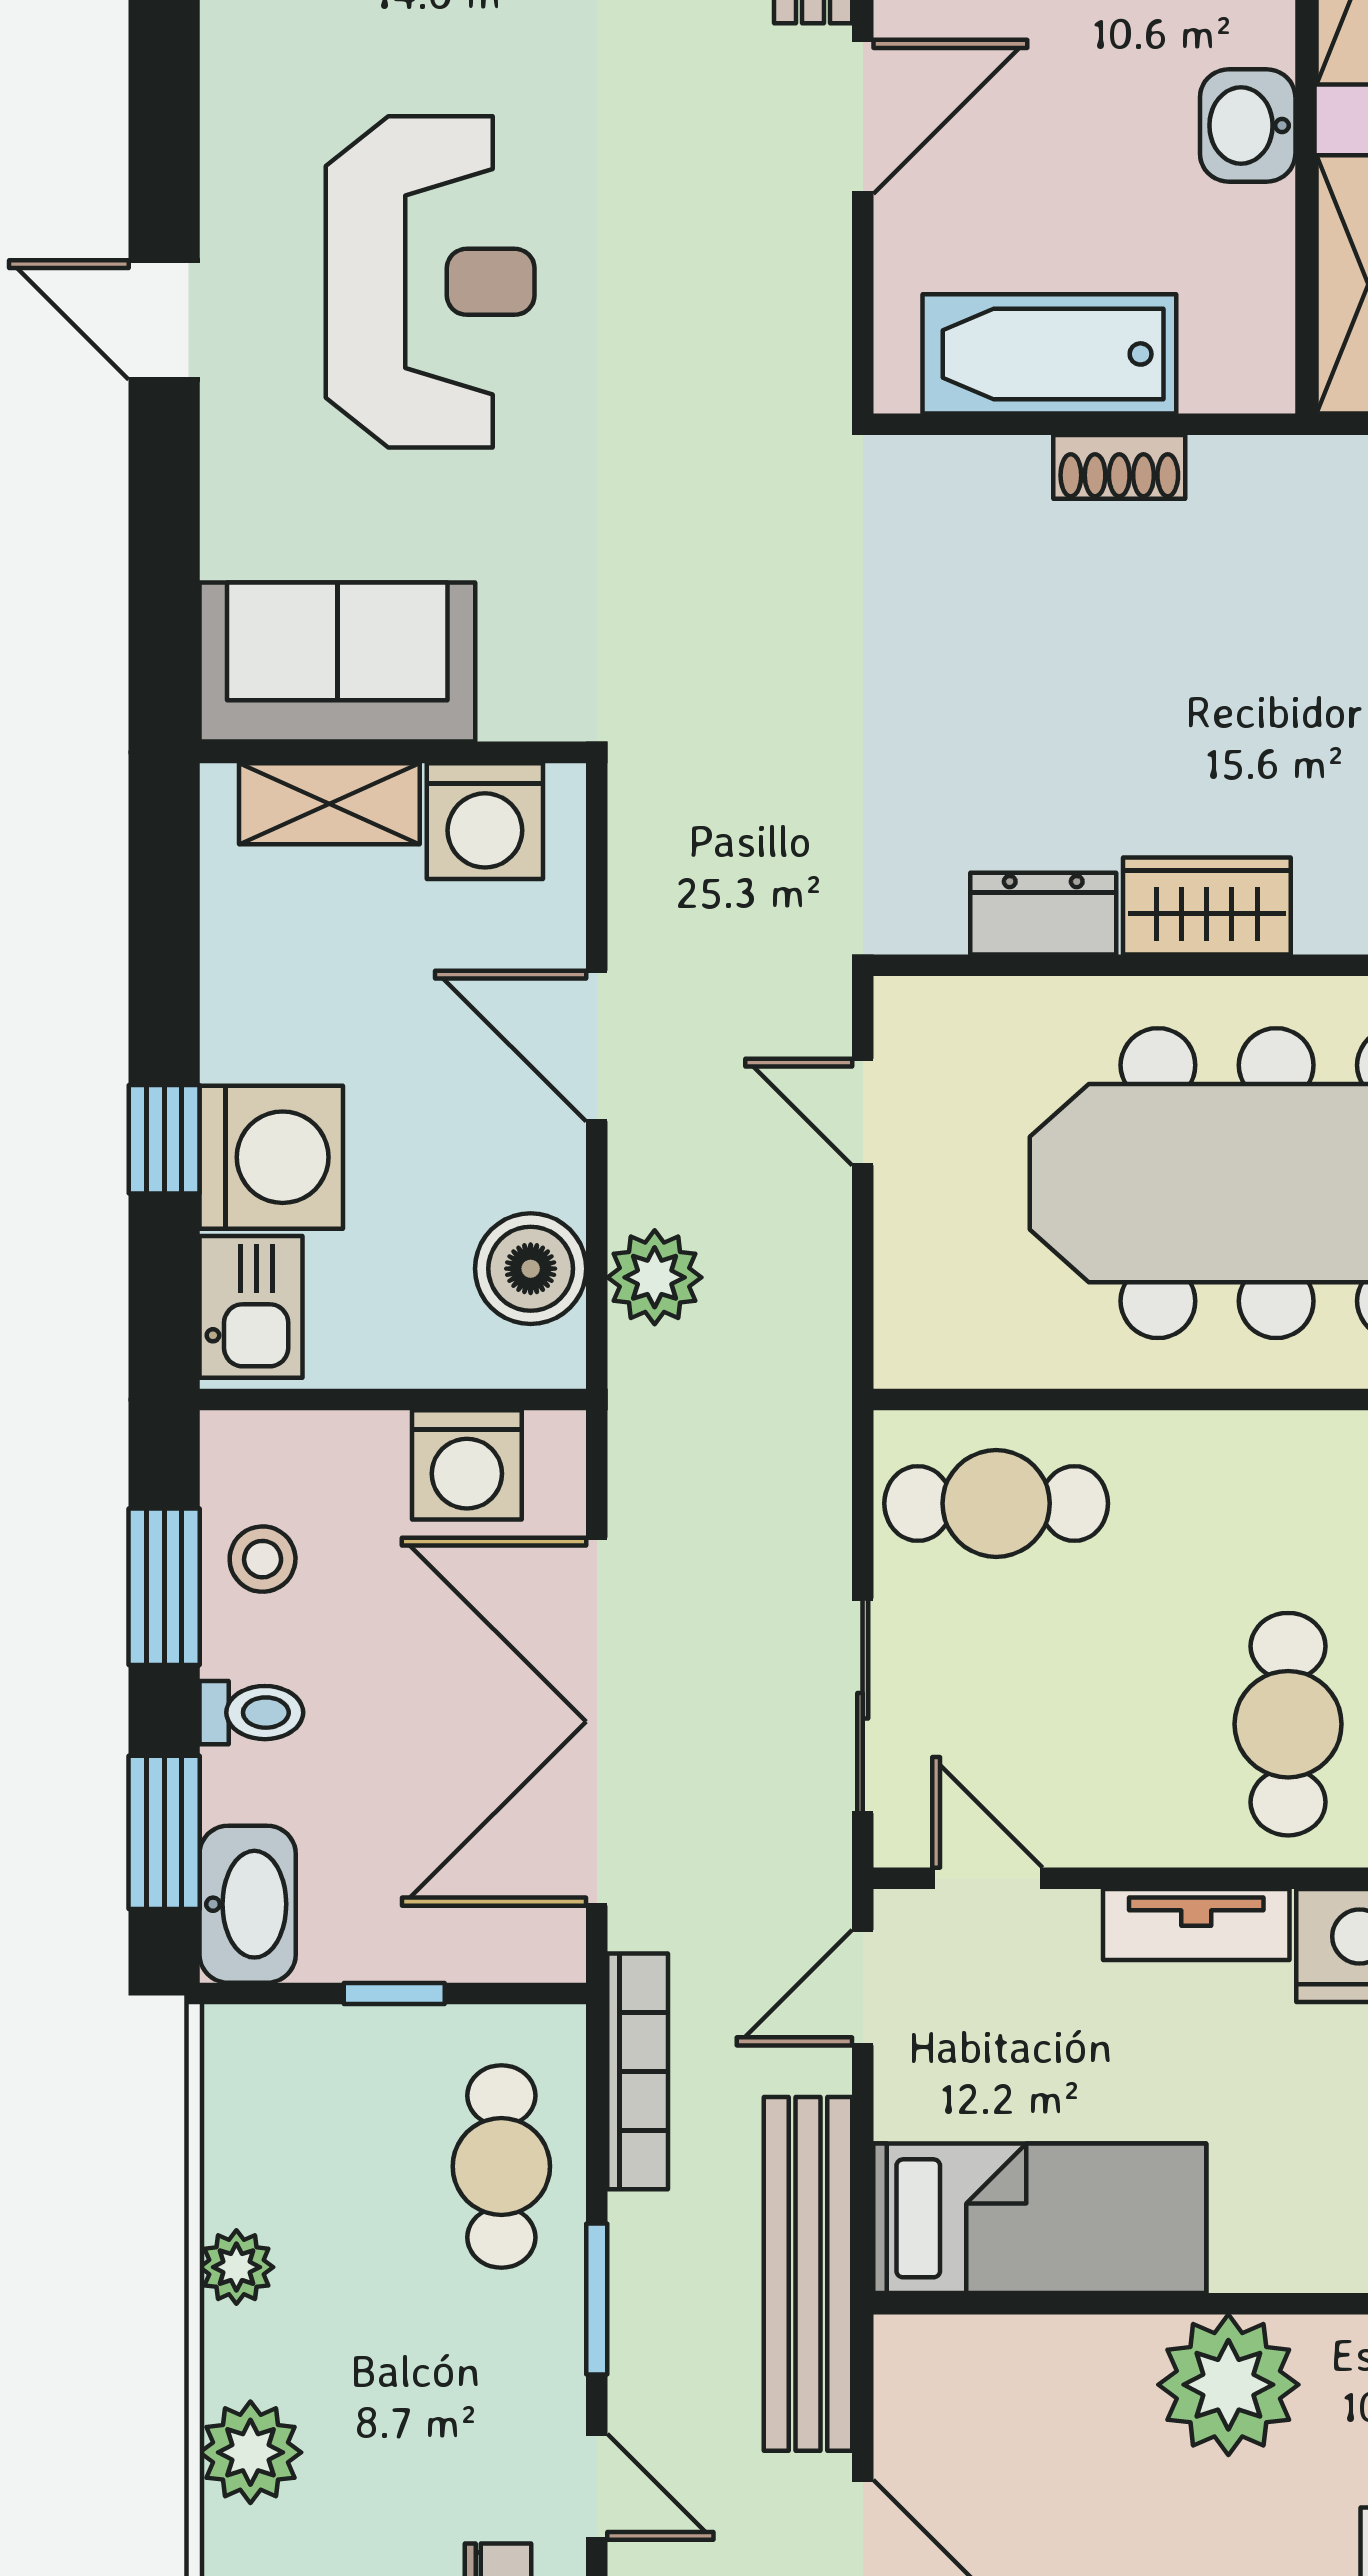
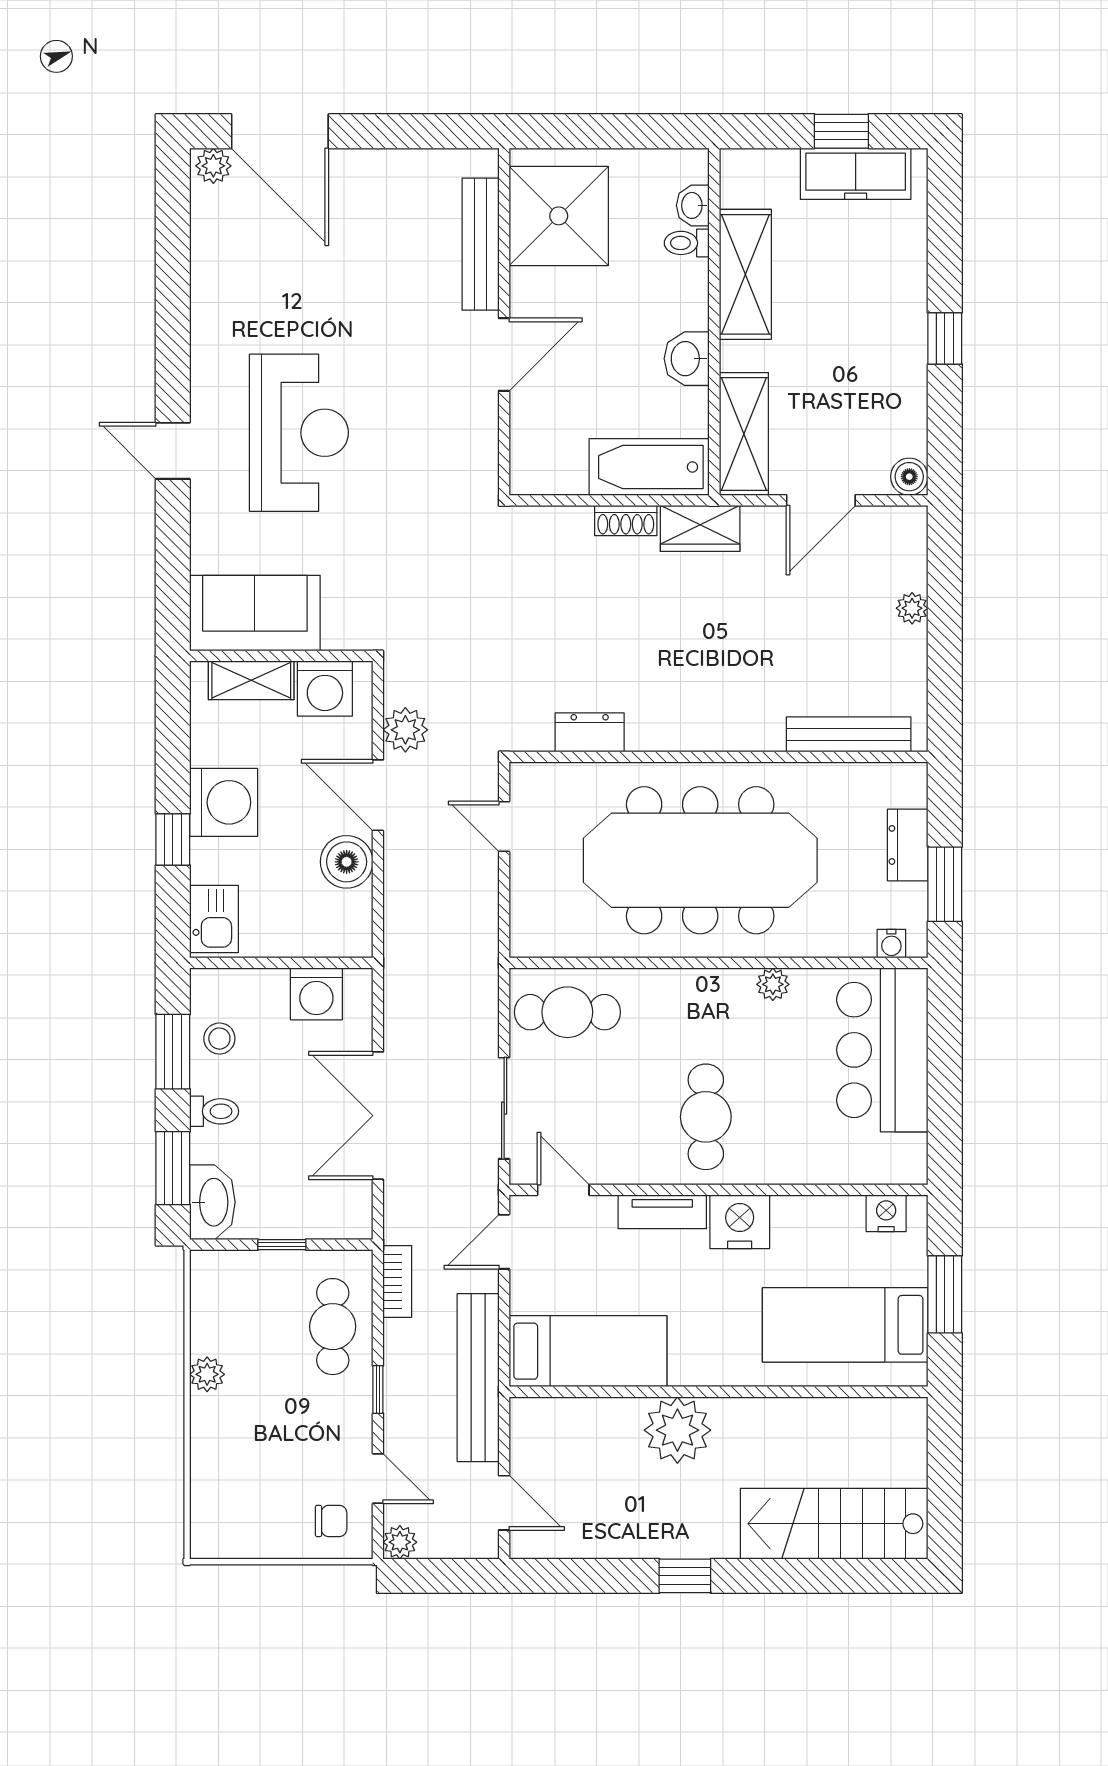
bathtub: (1049, 354) -> (649, 467), moved
wardrobe: (1207, 906) -> (700, 528), moved, turned 180
washing machine: (271, 1157) -> (224, 802), moved
boiler: (531, 1269) -> (347, 862), moved
plant: (655, 1277) -> (405, 730), moved
double door: (597, 1722) -> (378, 1116), width x0.73
bookcase: (638, 2071) -> (397, 1281), width x0.64
window: (597, 2299) -> (378, 1389), width x0.67
plant: (250, 2452) -> (214, 1462), removed

